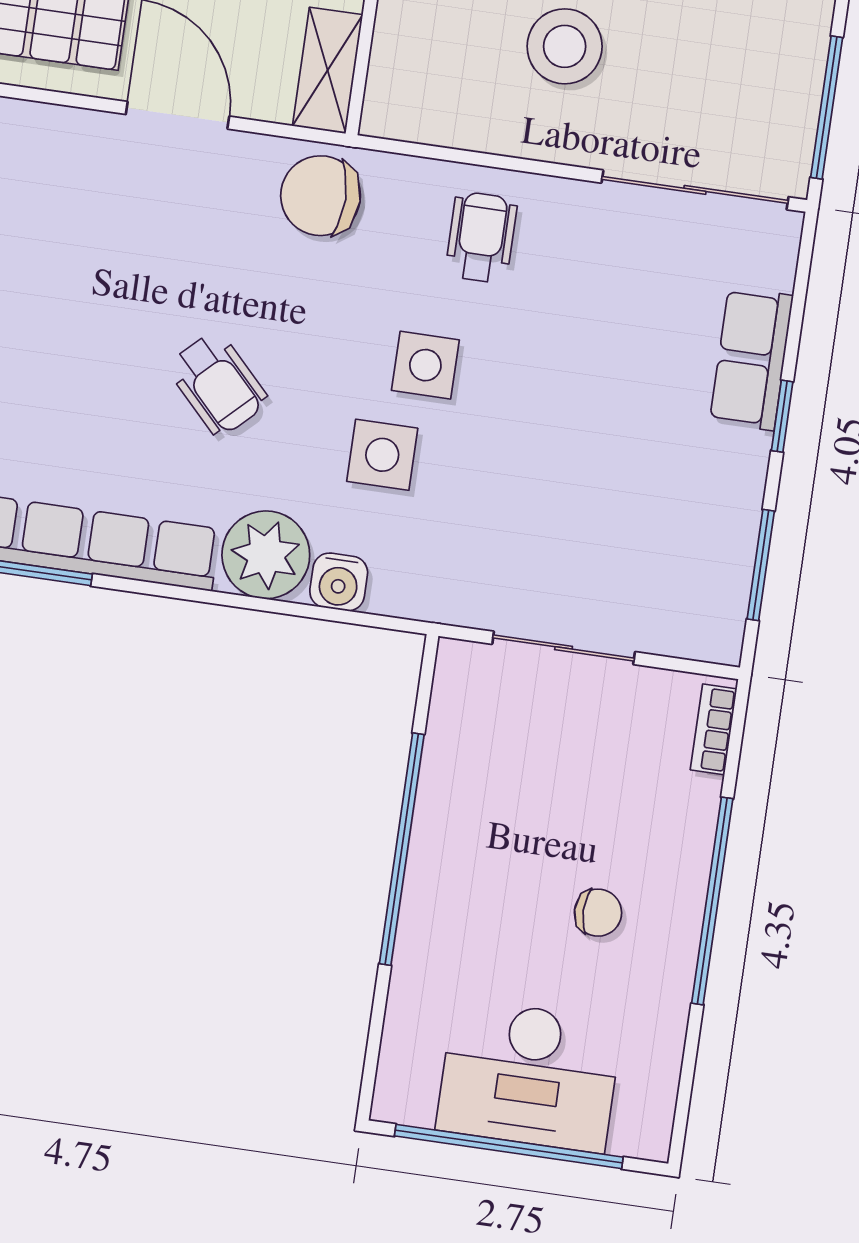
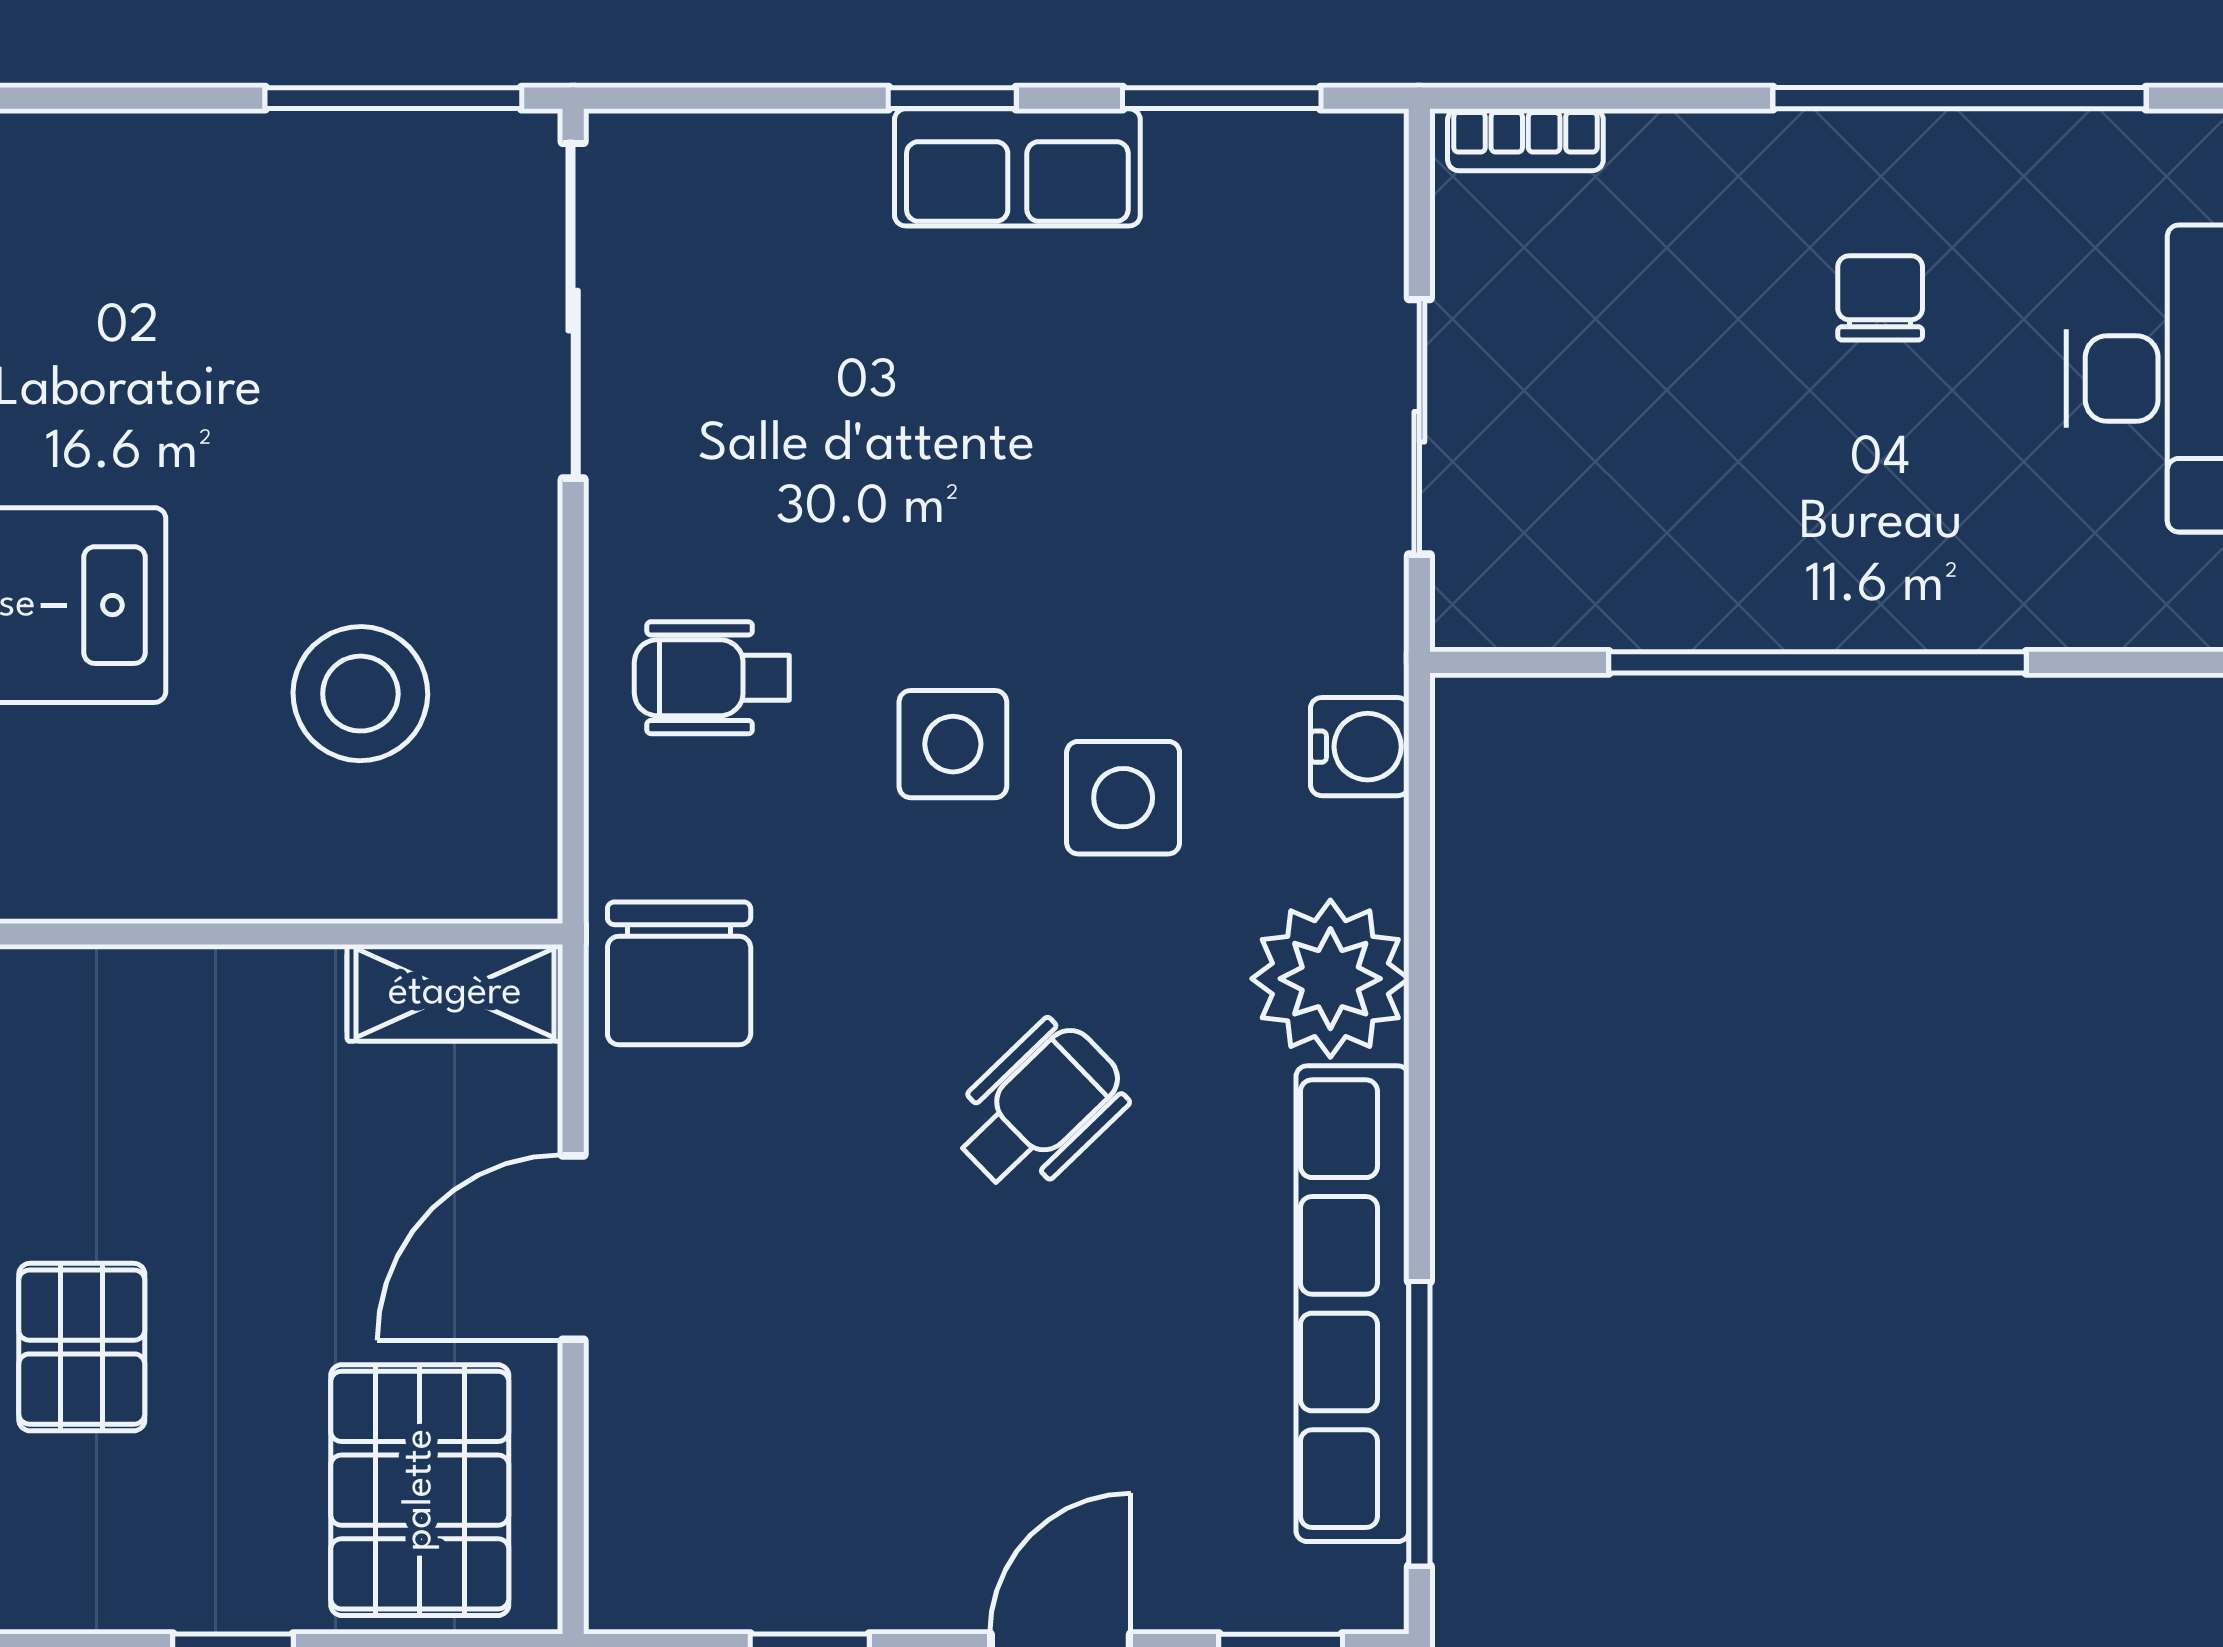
stool: (565, 46) -> (360, 694), moved
row of seats: (751, 359) -> (1017, 167), moved
water cooler: (339, 582) -> (1360, 747), moved
window: (712, 901) -> (1960, 98), moved

